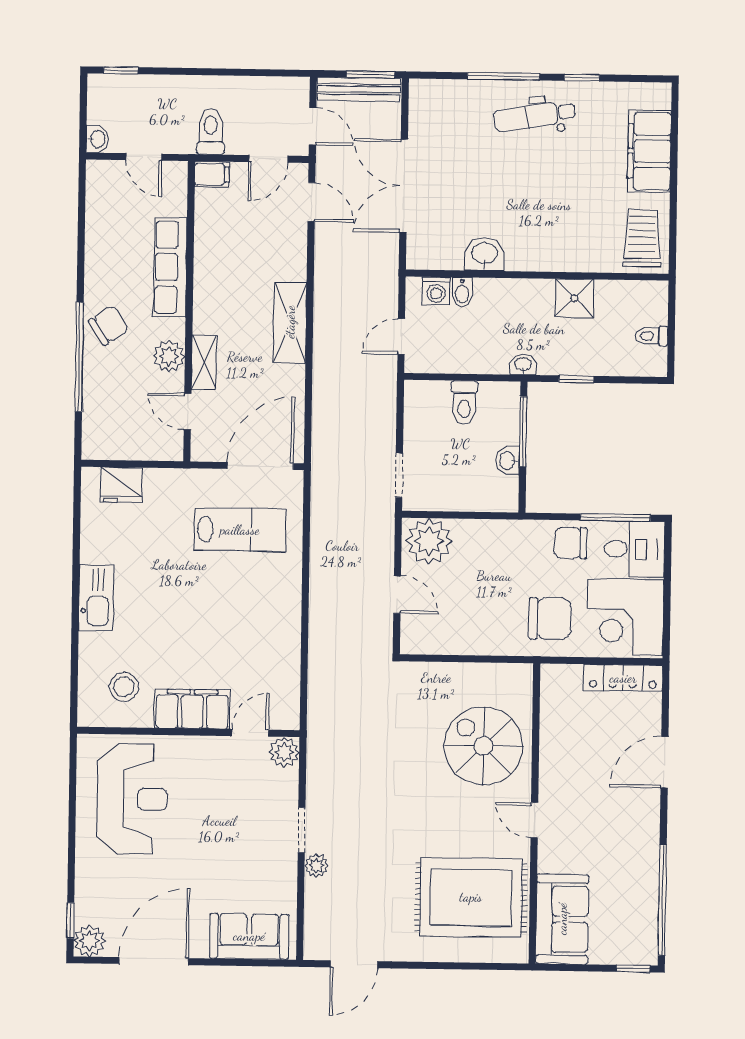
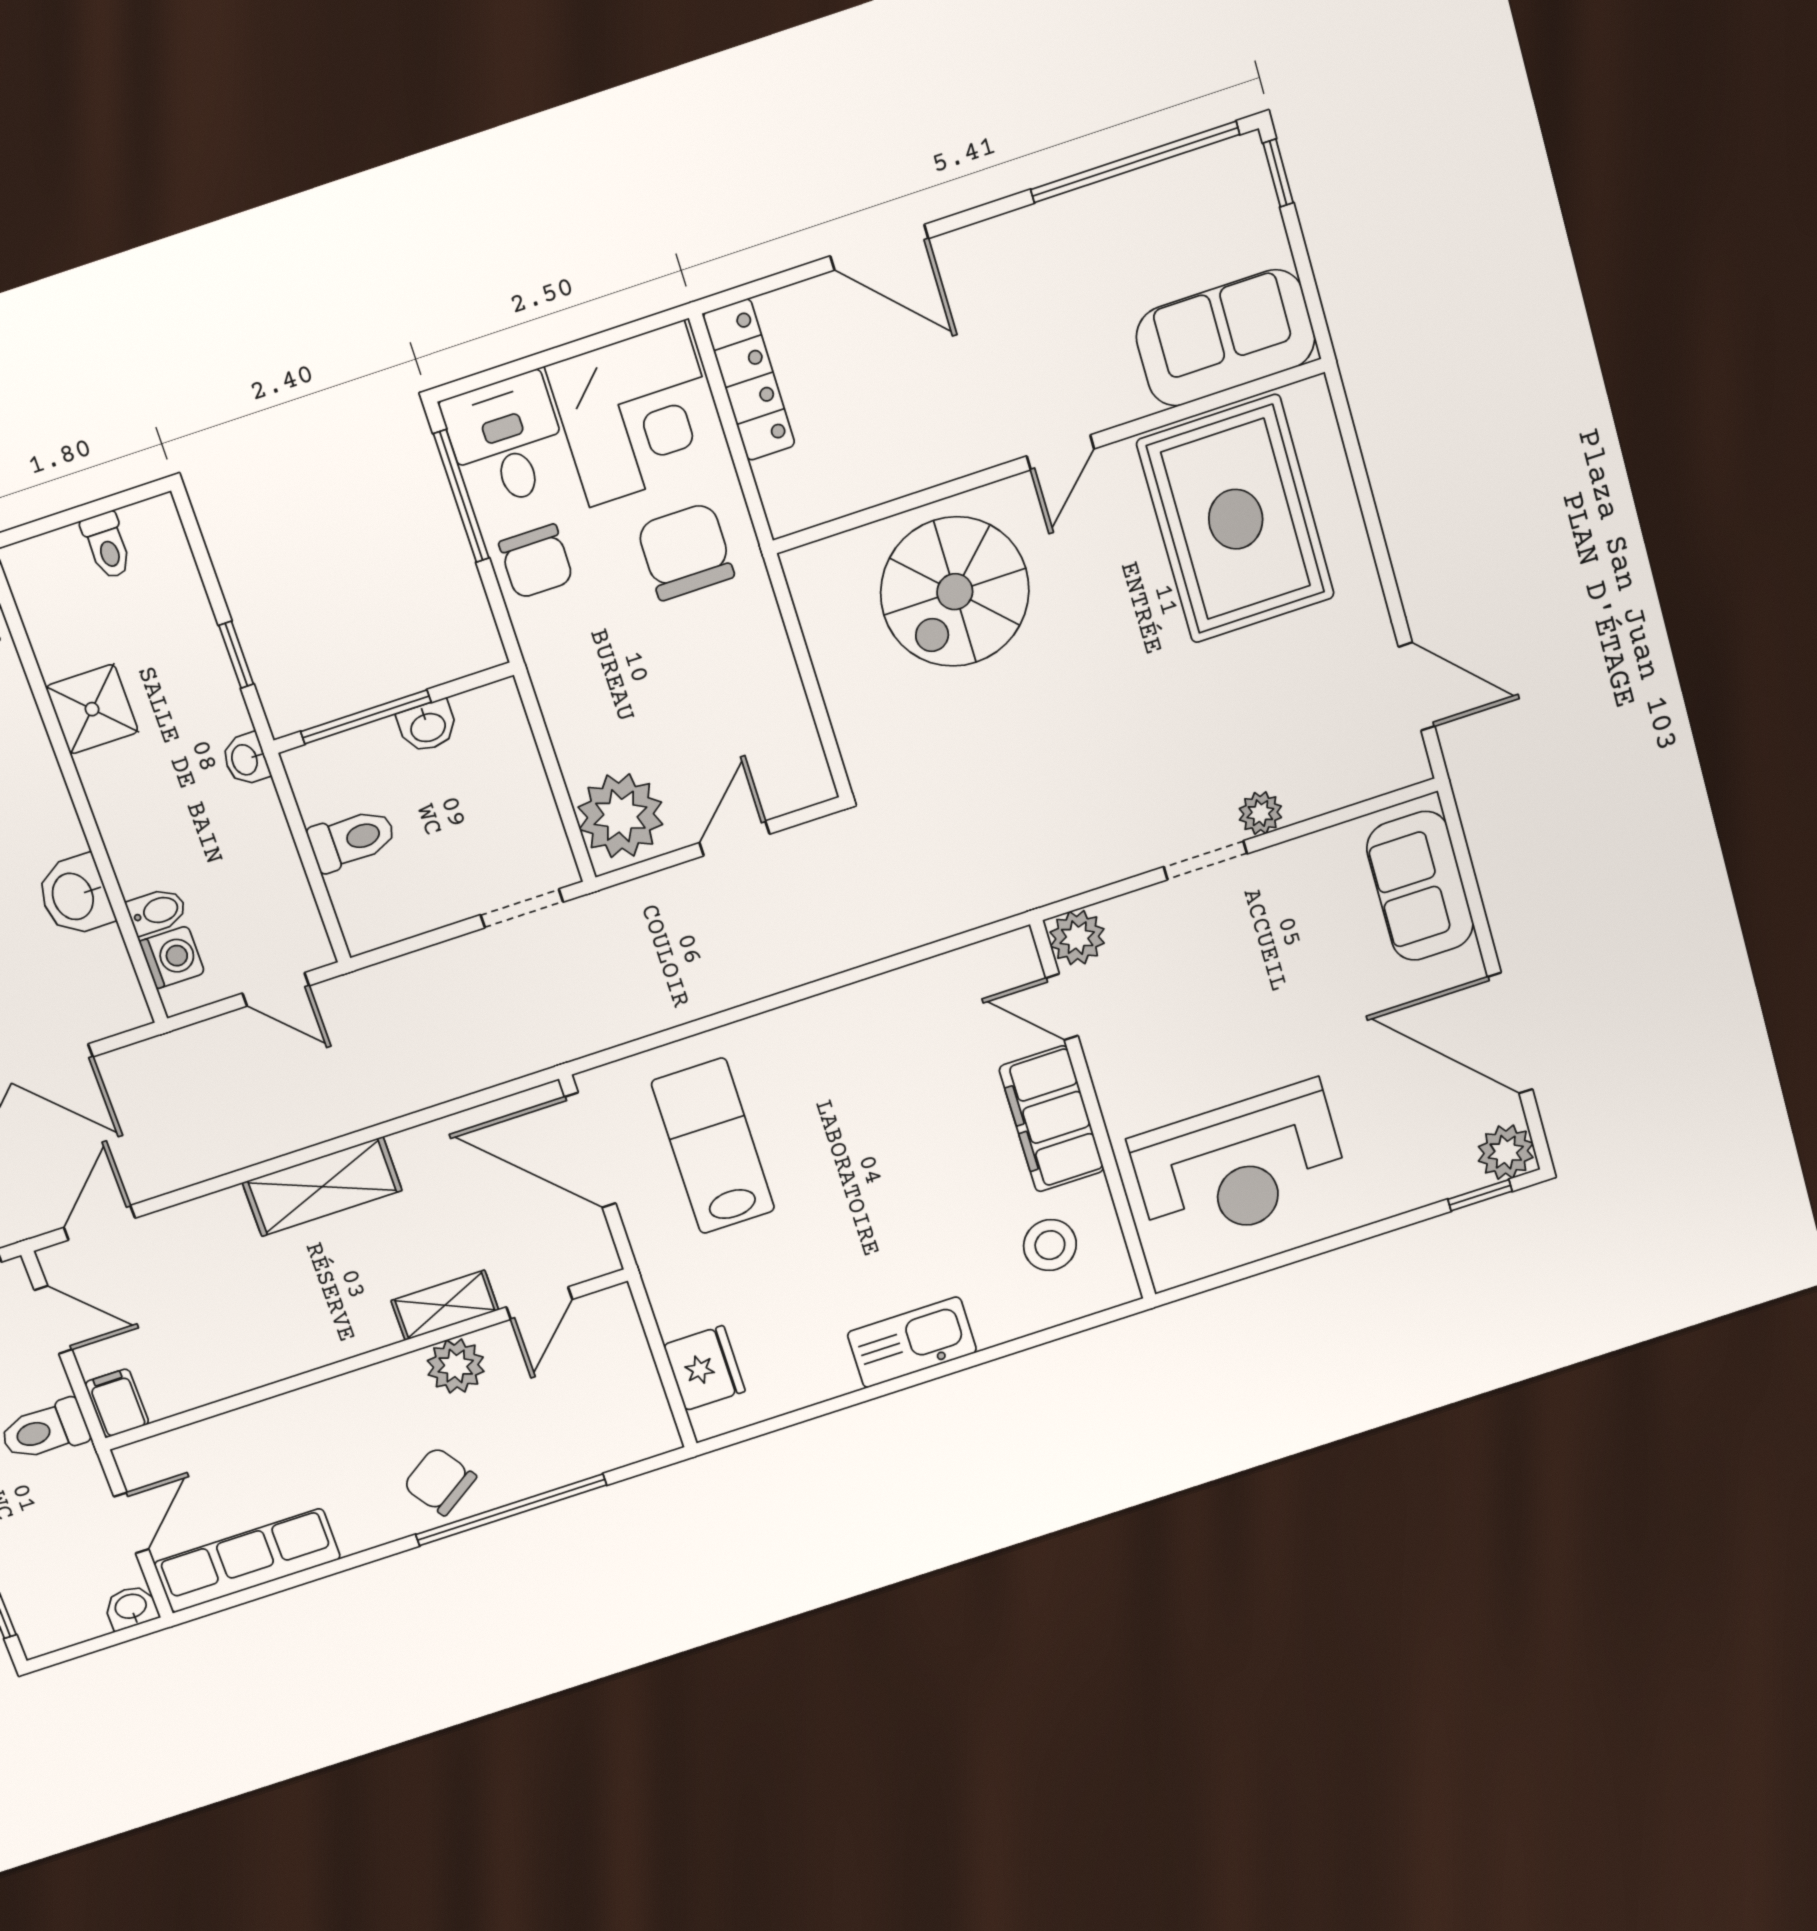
row of seats: (170, 267) -> (247, 1561), moved, turned 180
reception desk: (132, 799) -> (1239, 1166), turned 180

